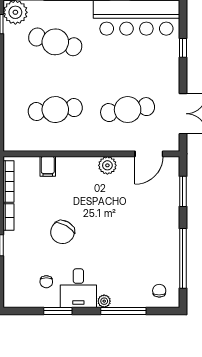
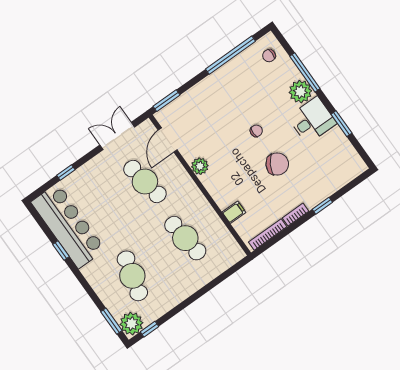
door: (149, 154) -> (168, 140), swing flipped
window: (183, 191) -> (166, 101), moved
chair: (46, 282) -> (256, 131), moved
plant: (104, 301) -> (300, 92), width x1.88, depth x1.88

